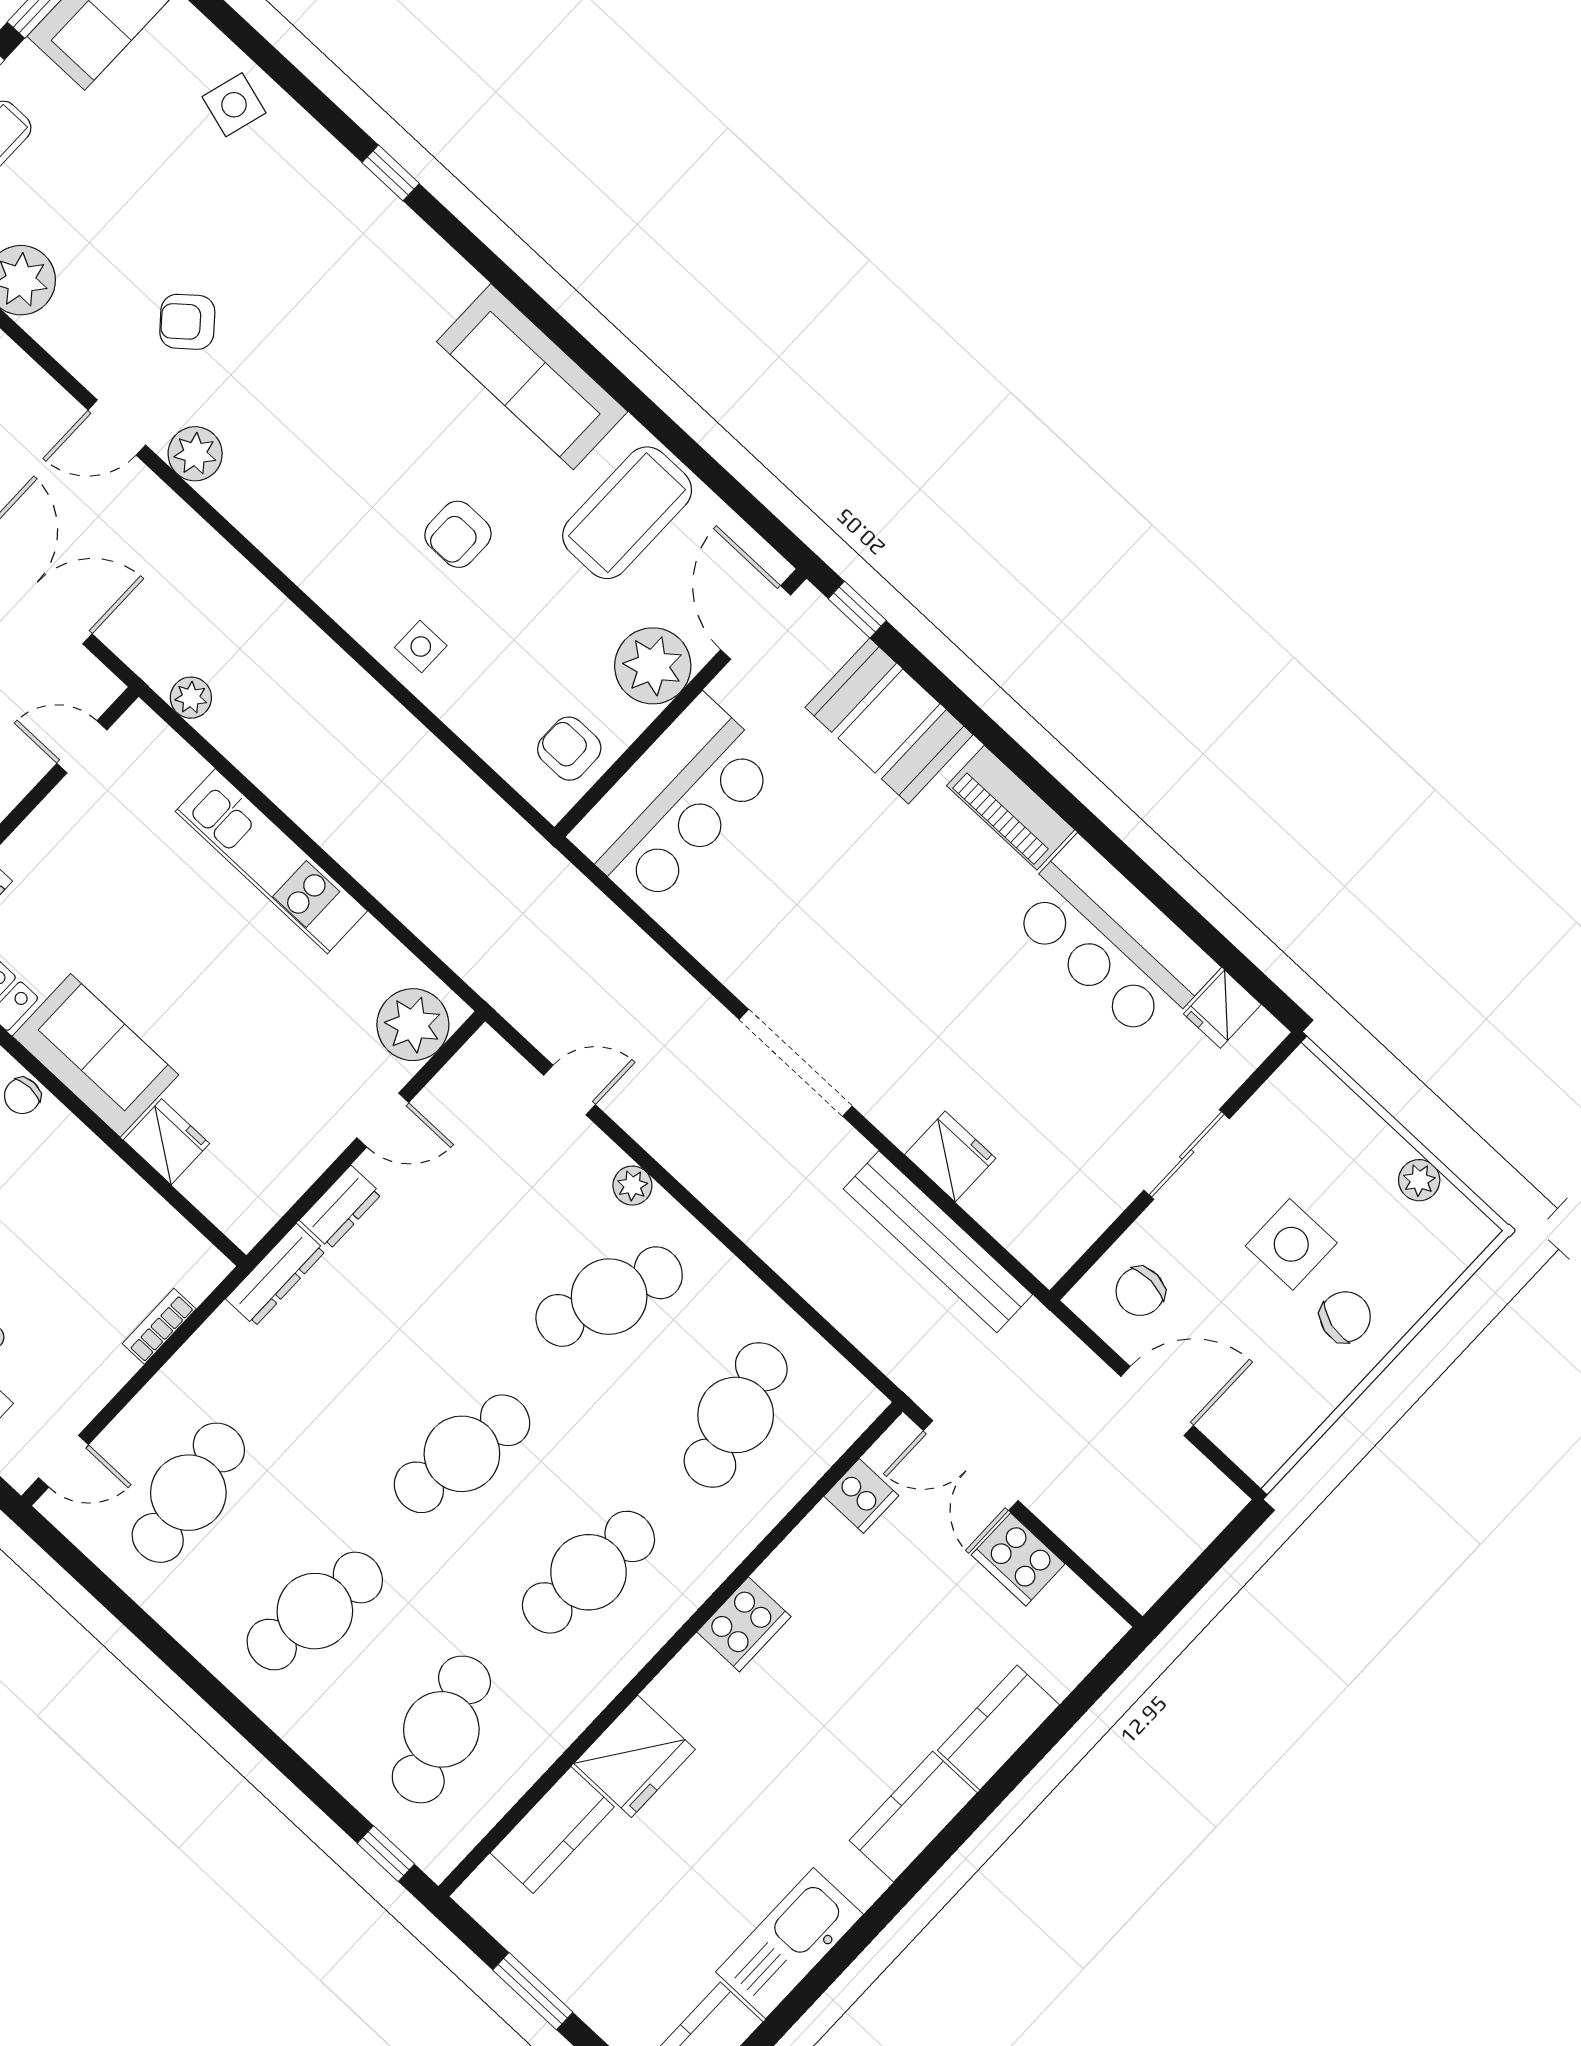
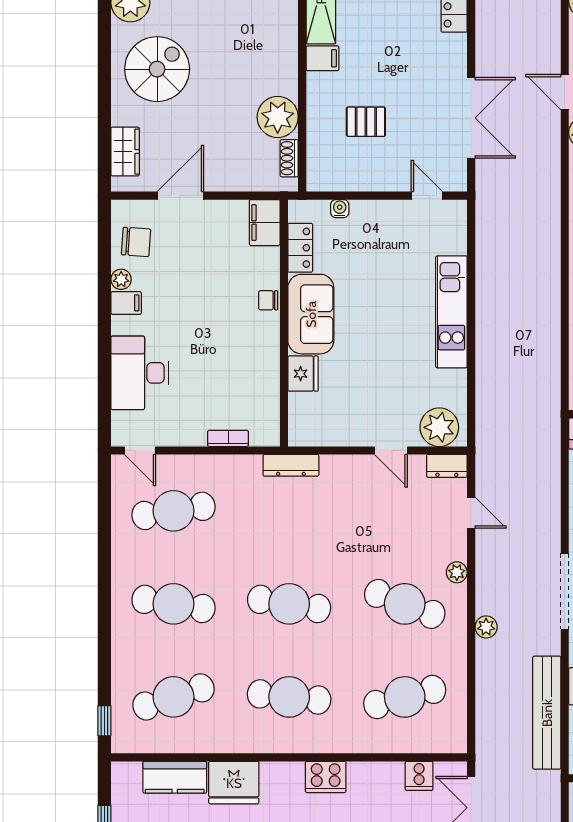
plant: (191, 698) -> (486, 627), moved
dresser: (341, 1207) -> (447, 466), moved

